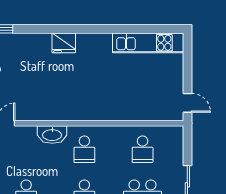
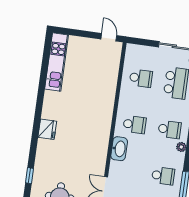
door: (187, 103) -> (109, 37), hinge flipped

